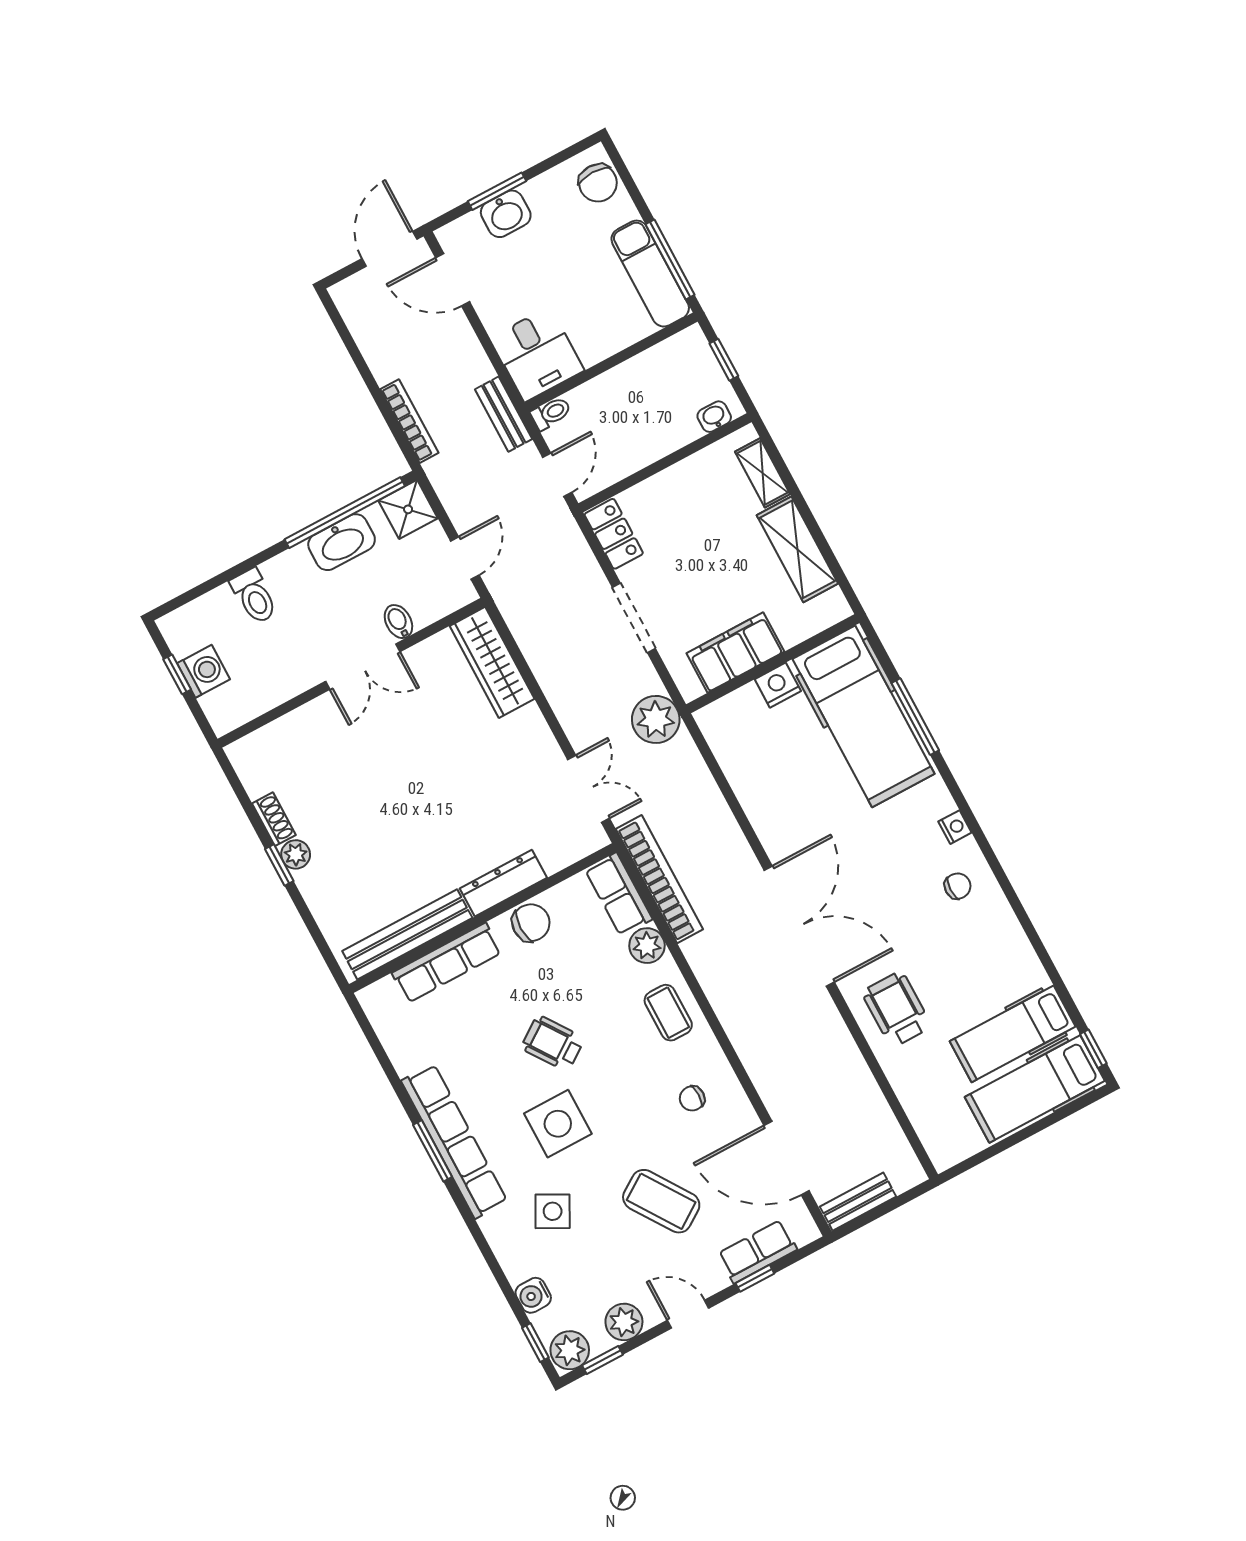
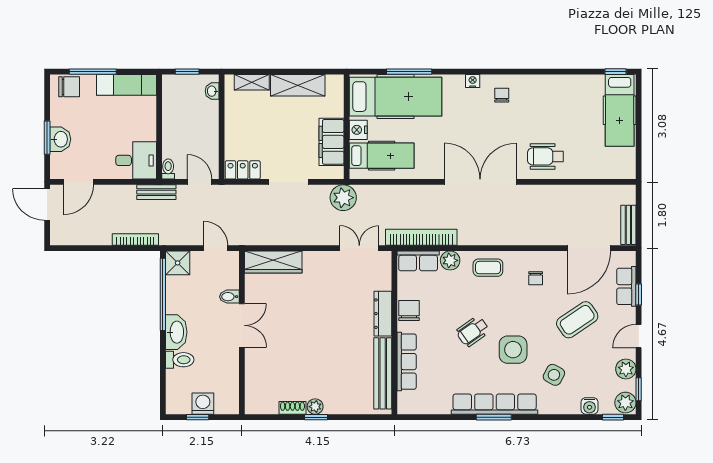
window: (670, 259) -> (93, 72), moved
washbasin: (342, 542) -> (176, 332), moved
hospital bed: (1013, 1034) -> (382, 156), moved, turned -90

